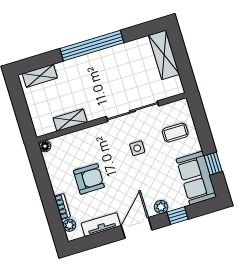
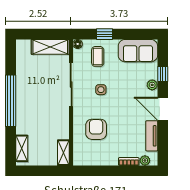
shelving: (164, 55) -> (50, 47), moved
shelving: (70, 120) -> (63, 153), moved
floor lamp: (45, 146) -> (78, 44), moved
window: (213, 164) -> (105, 34), moved
armchair: (89, 179) -> (96, 129), moved

